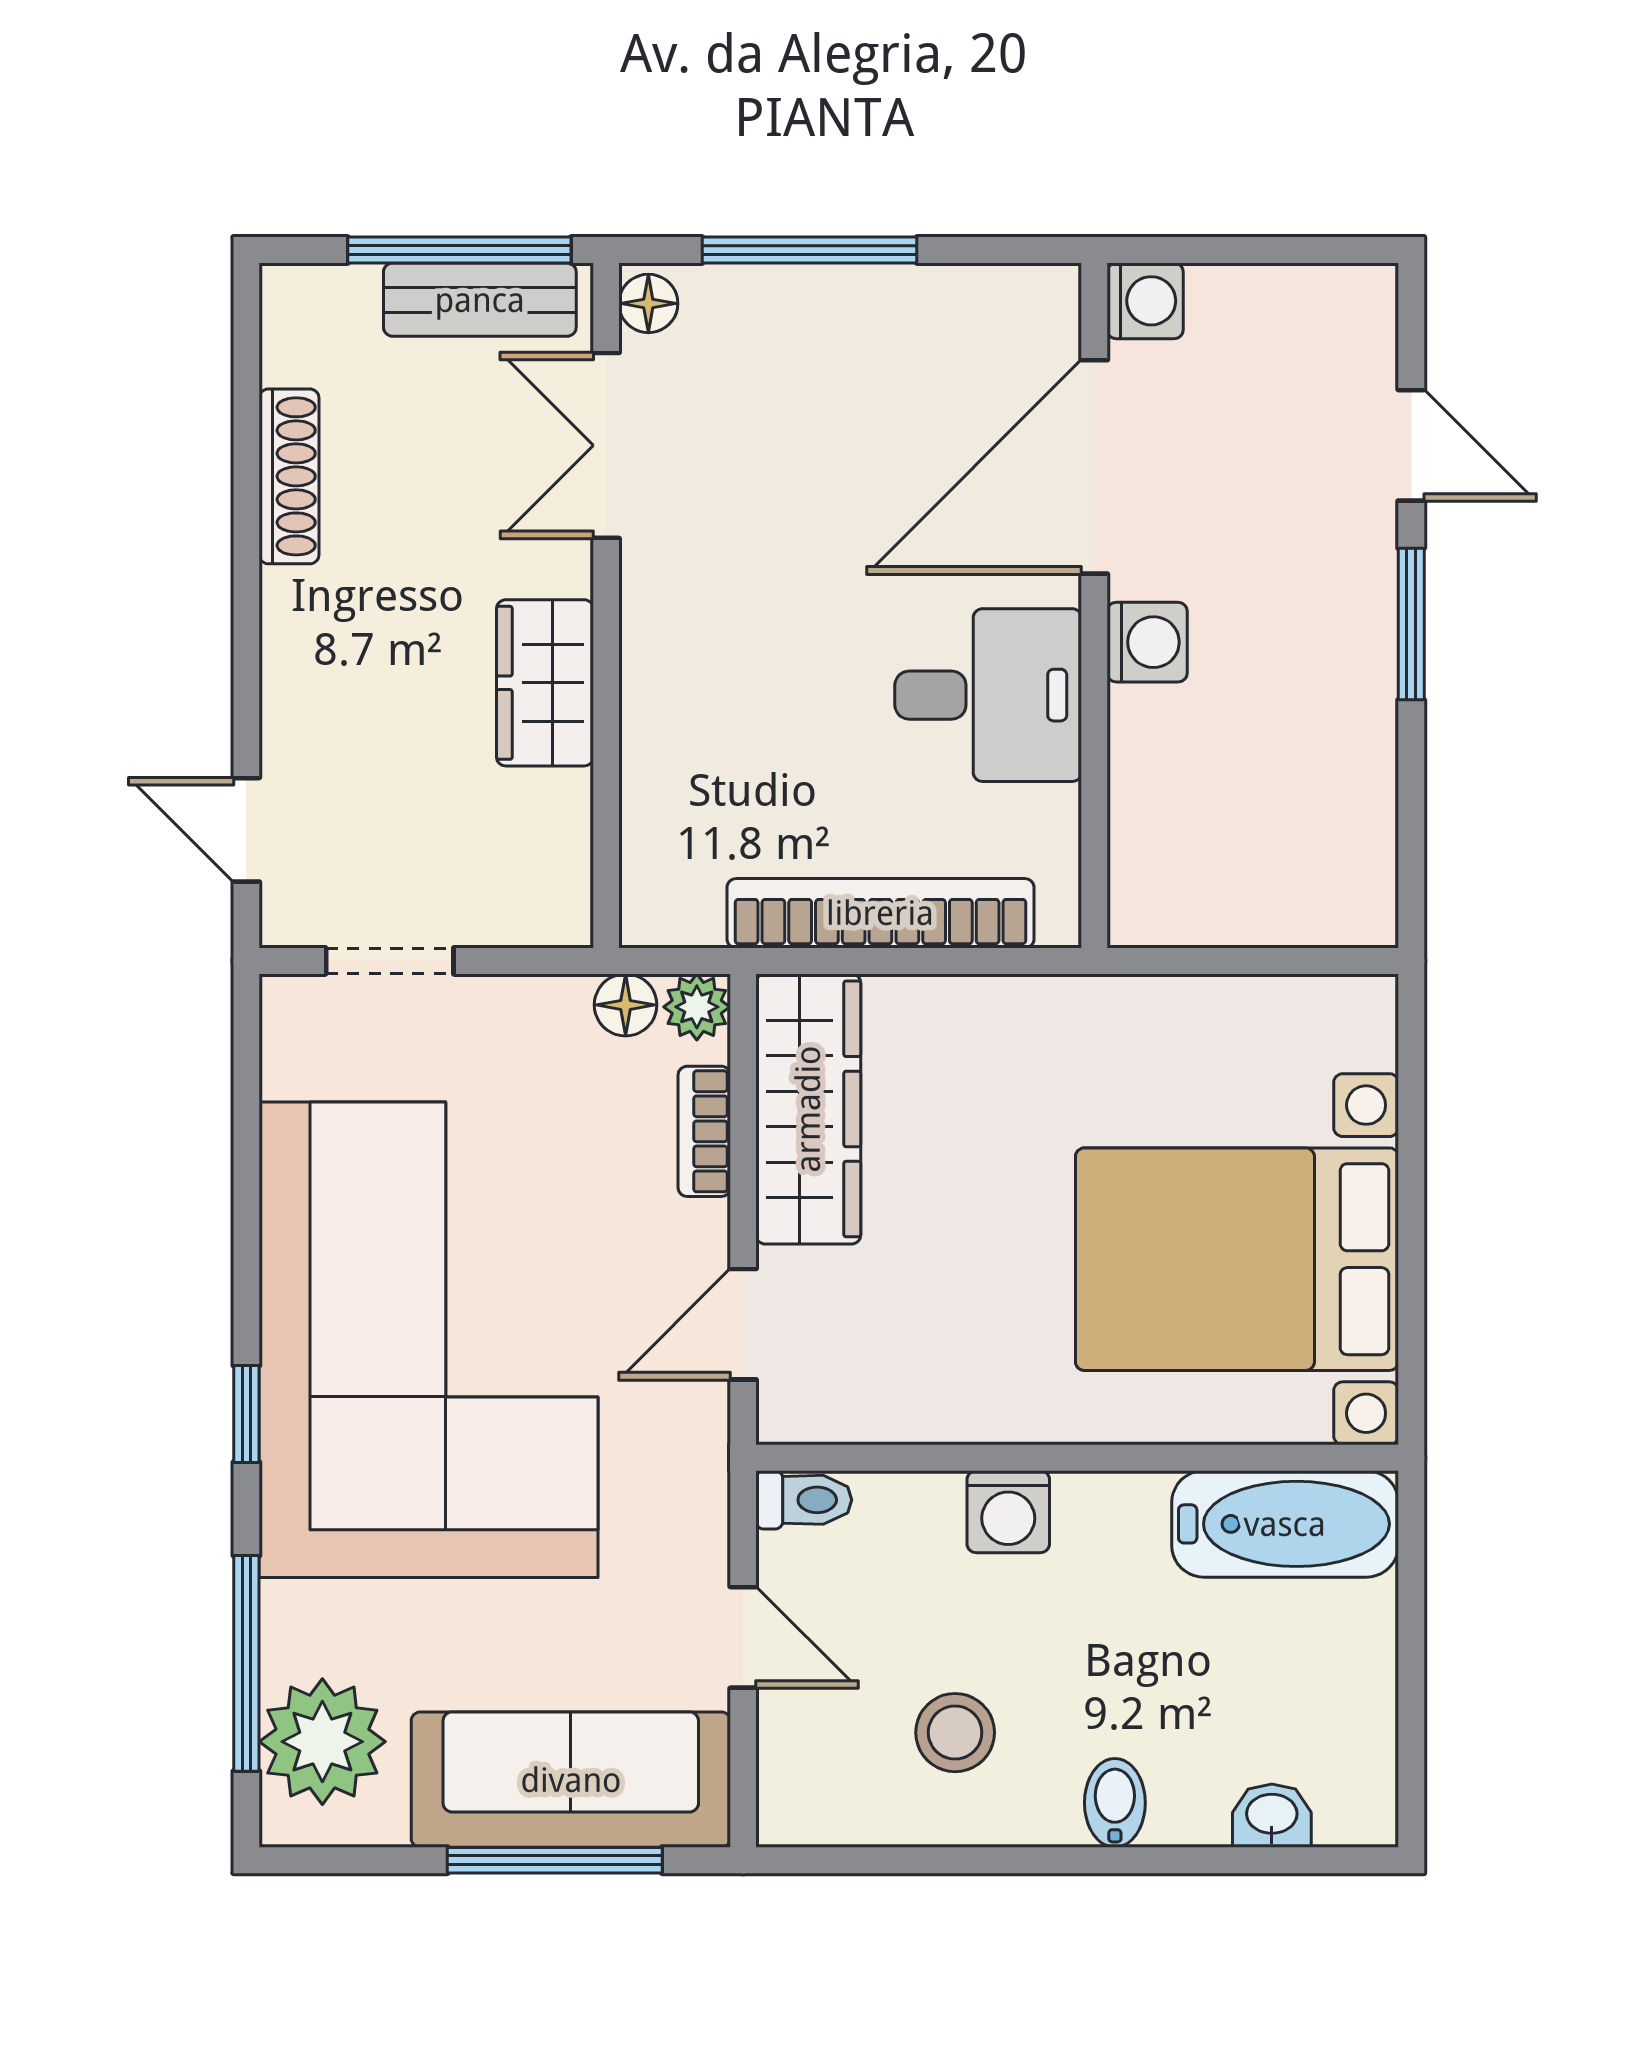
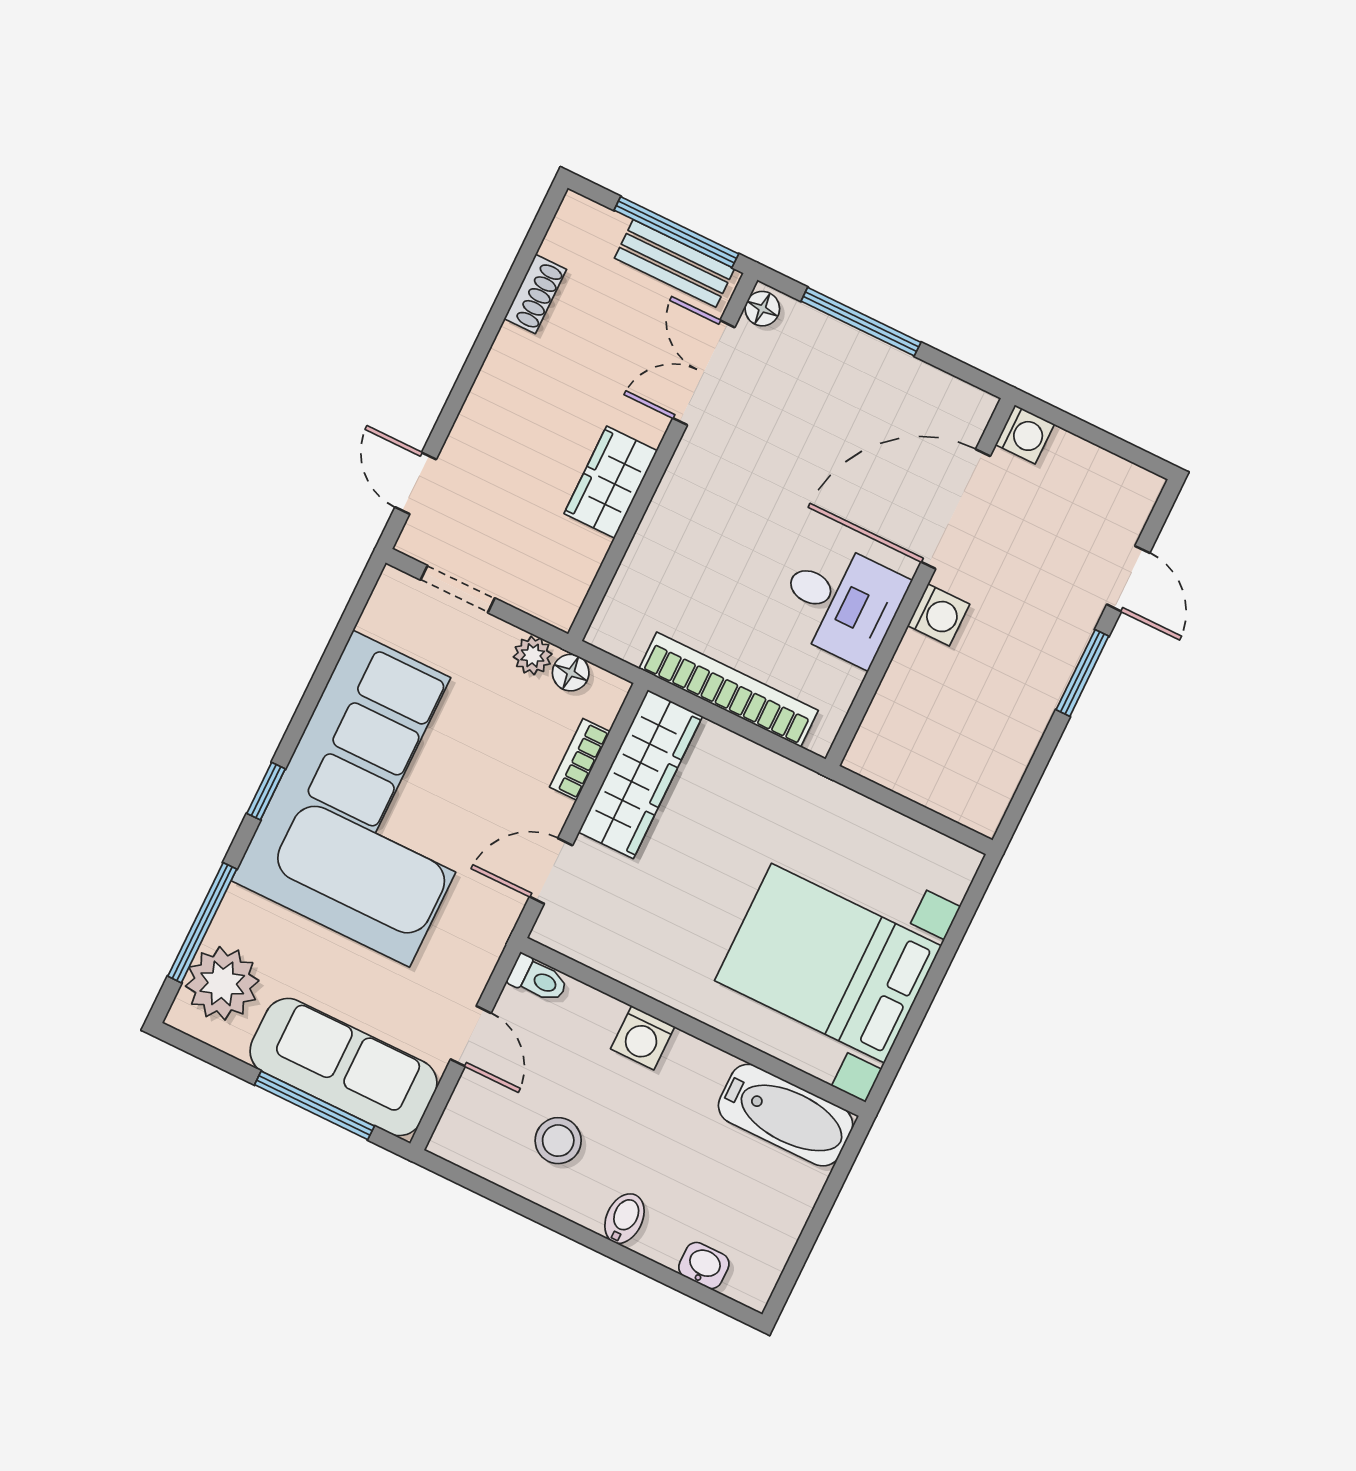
shoe rack: (289, 476) -> (535, 294), width x0.70
plant: (697, 1007) -> (533, 655), moved

